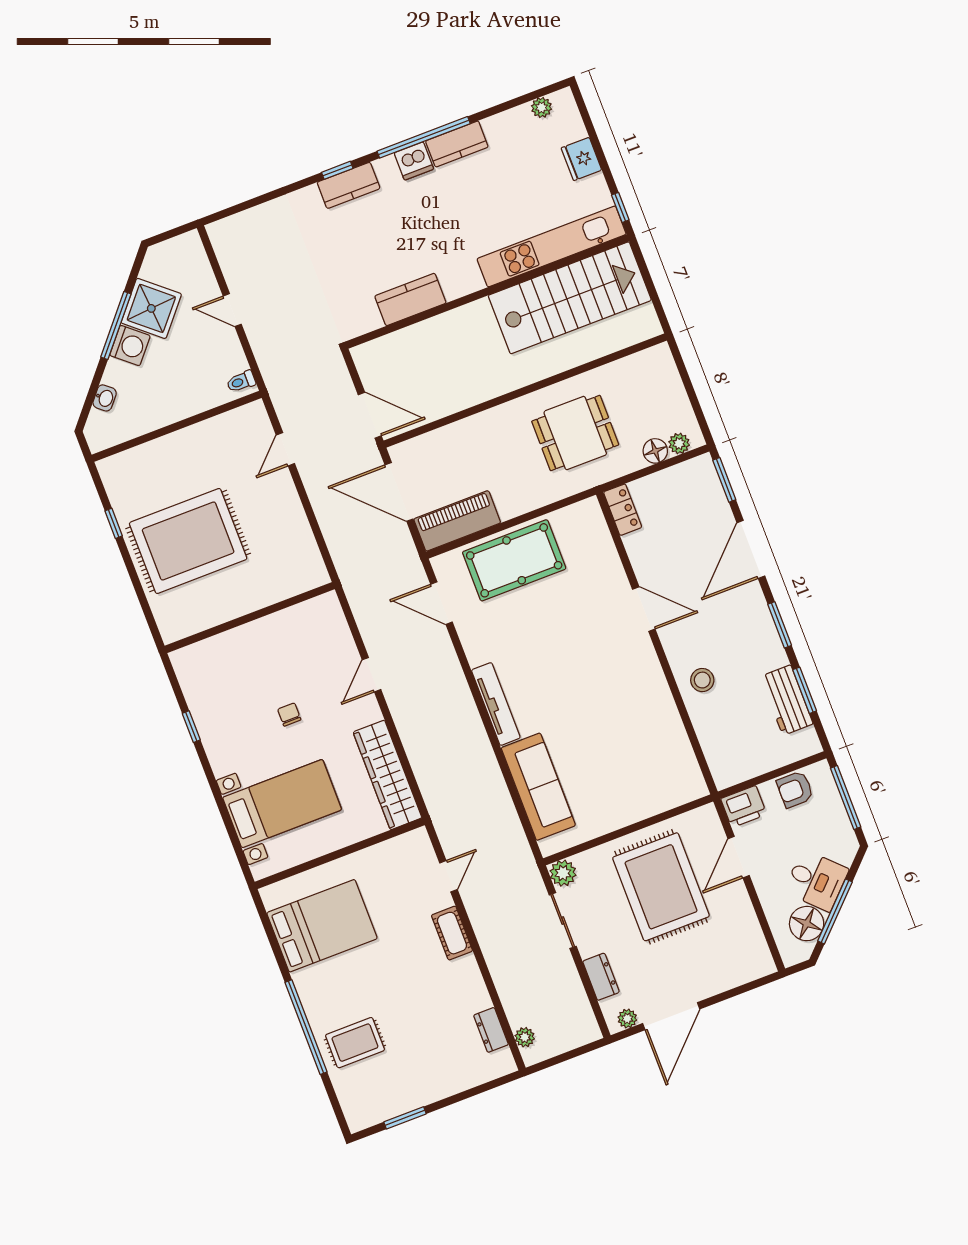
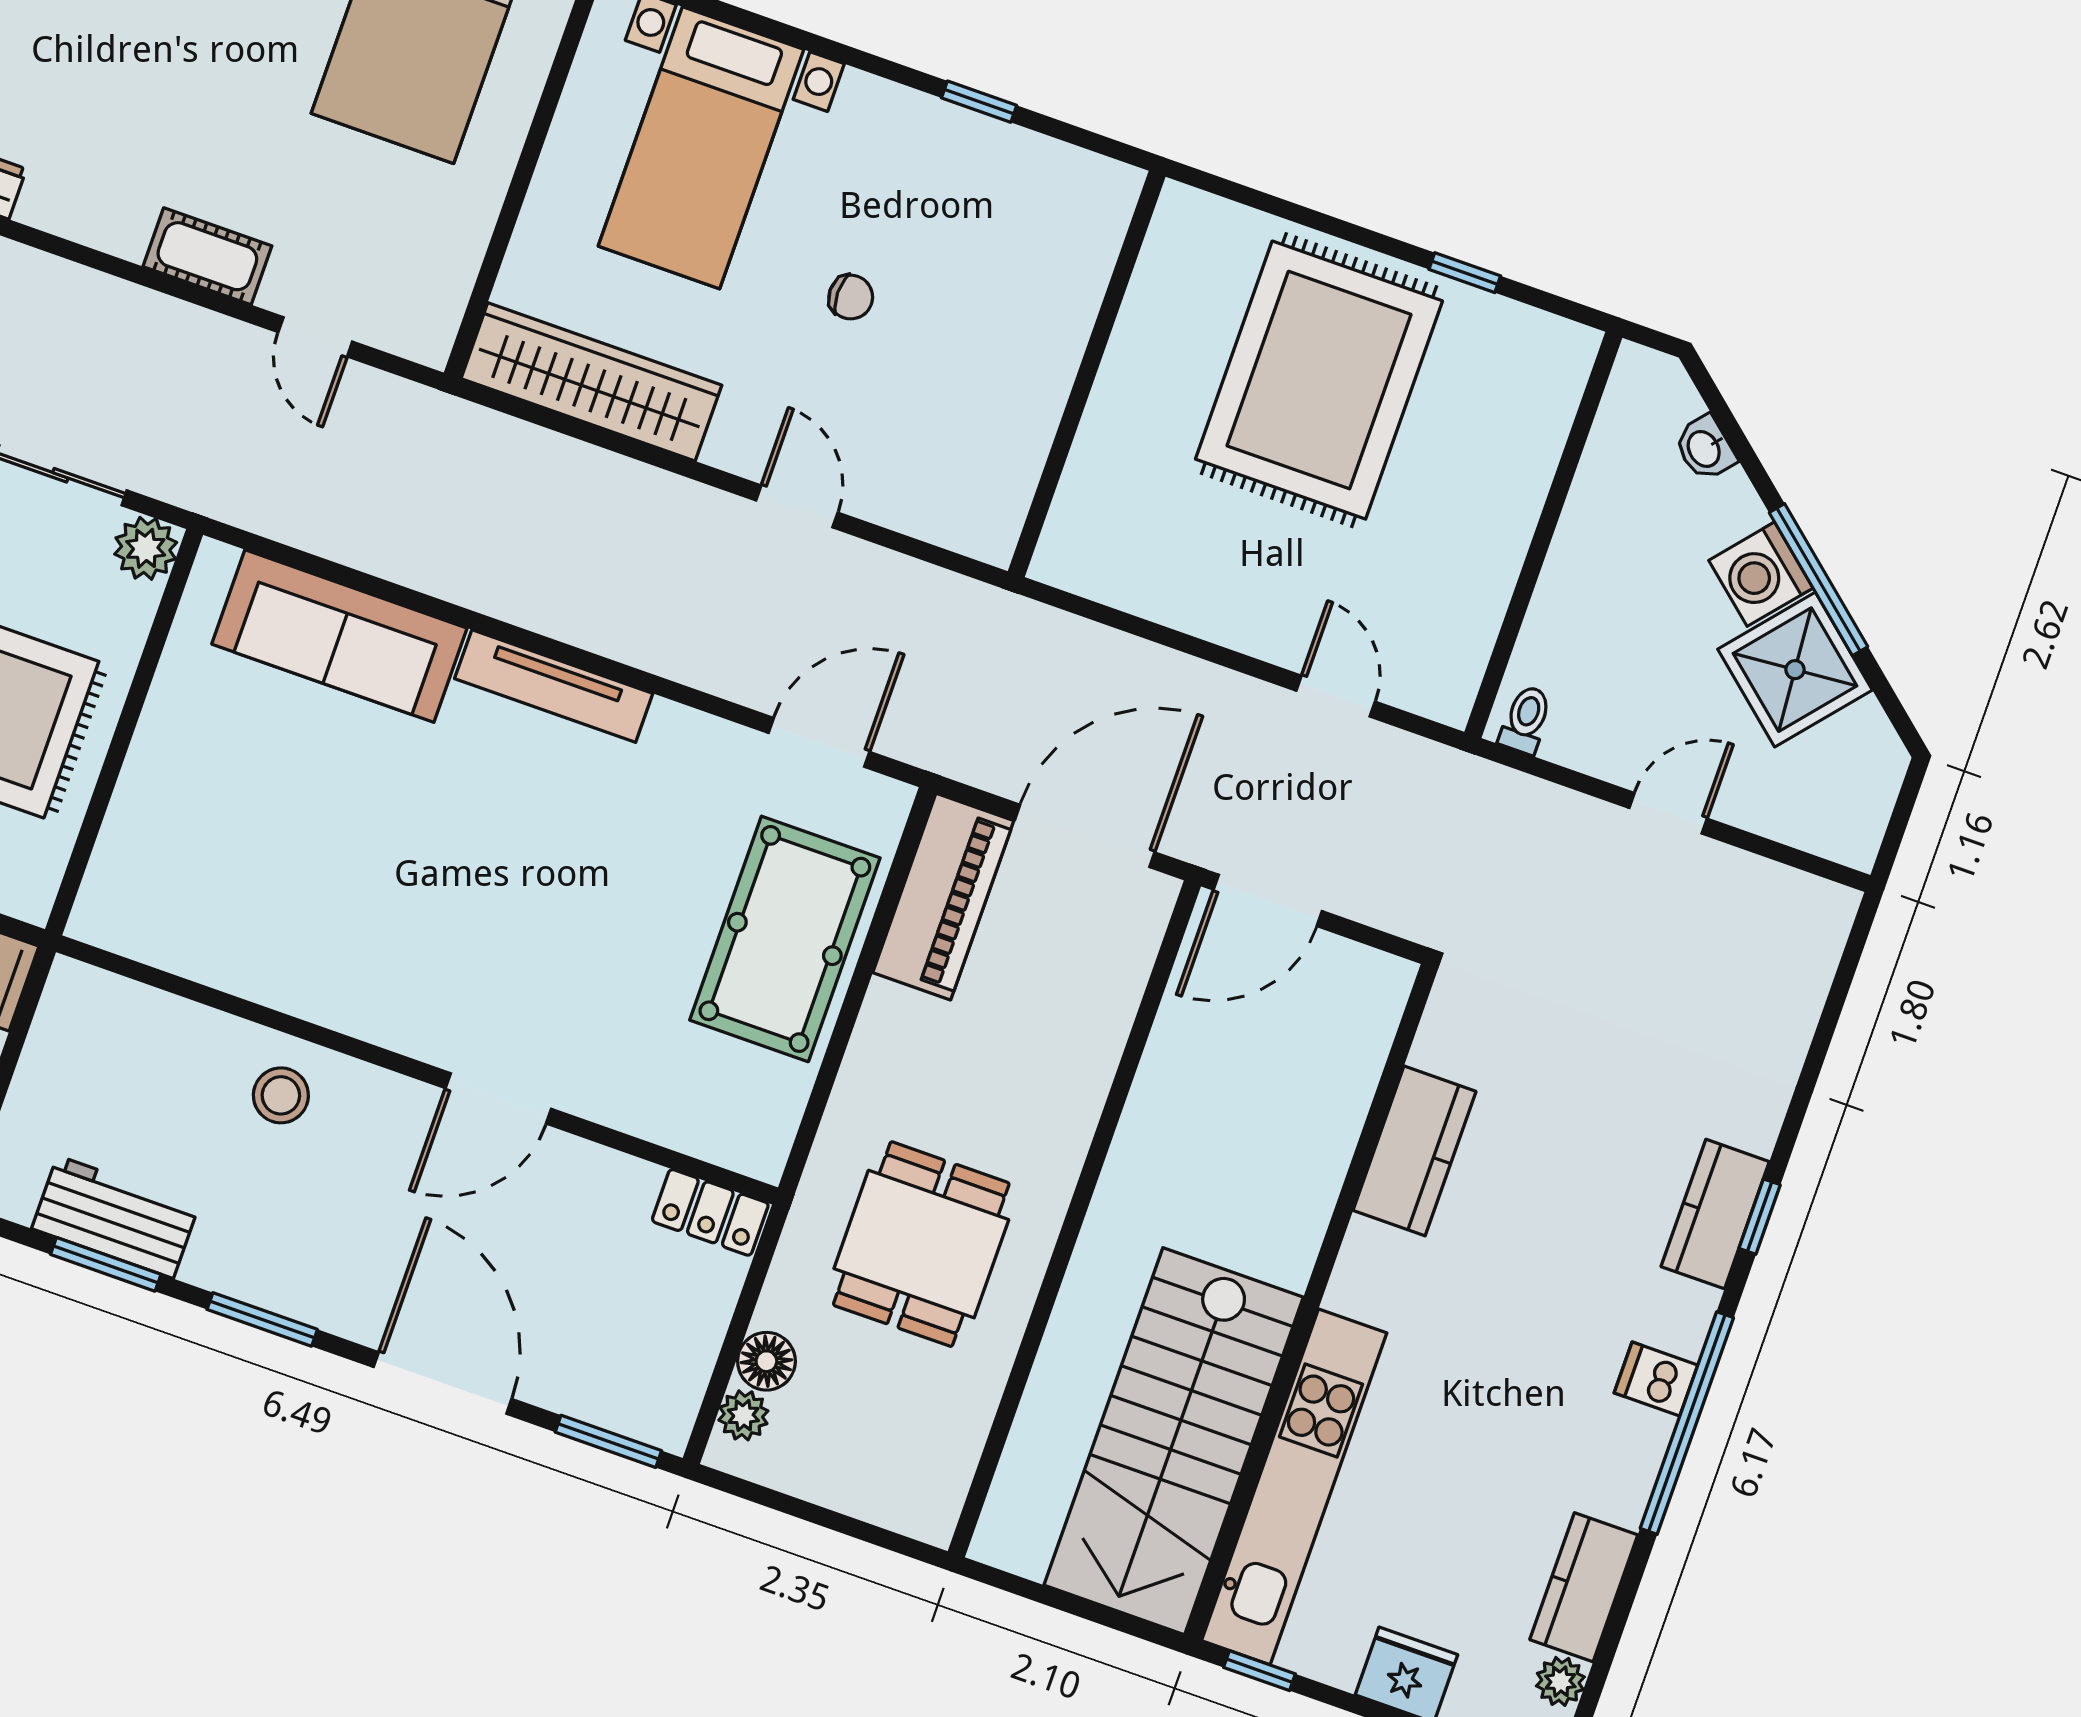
kitchen counter: (457, 144) -> (1584, 1587), moved
dishwasher: (414, 161) -> (1656, 1379), width x0.73

